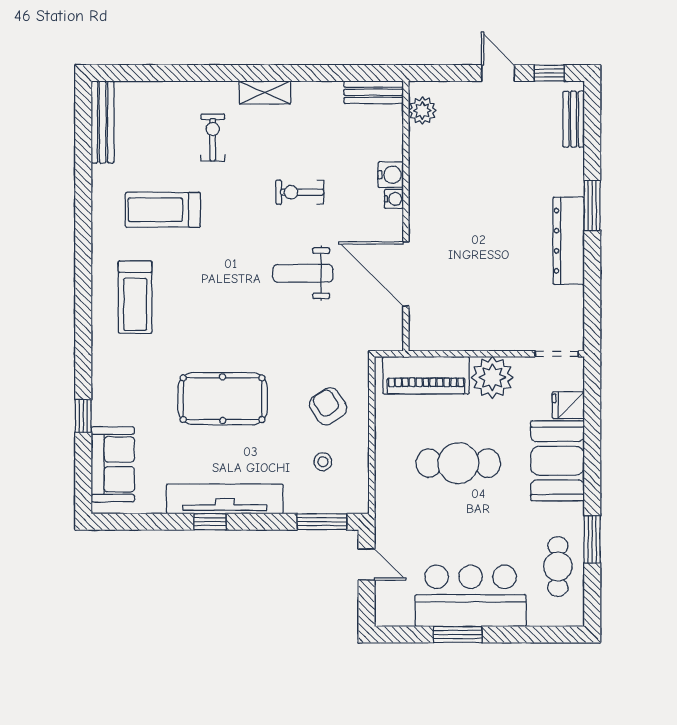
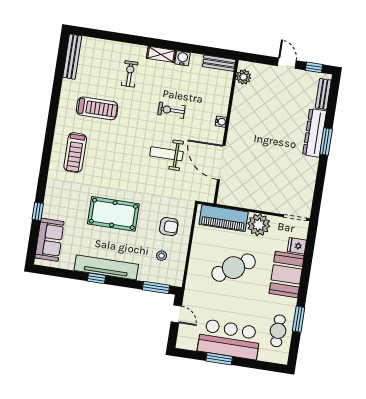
water cooler: (391, 175) -> (183, 58), moved, turned -90
treadmill: (163, 210) -> (97, 108), turned 180
dresser: (569, 241) -> (315, 133), moved
armchair: (328, 406) -> (169, 227), turned 123
cafe table: (458, 463) -> (234, 268), turned -32

